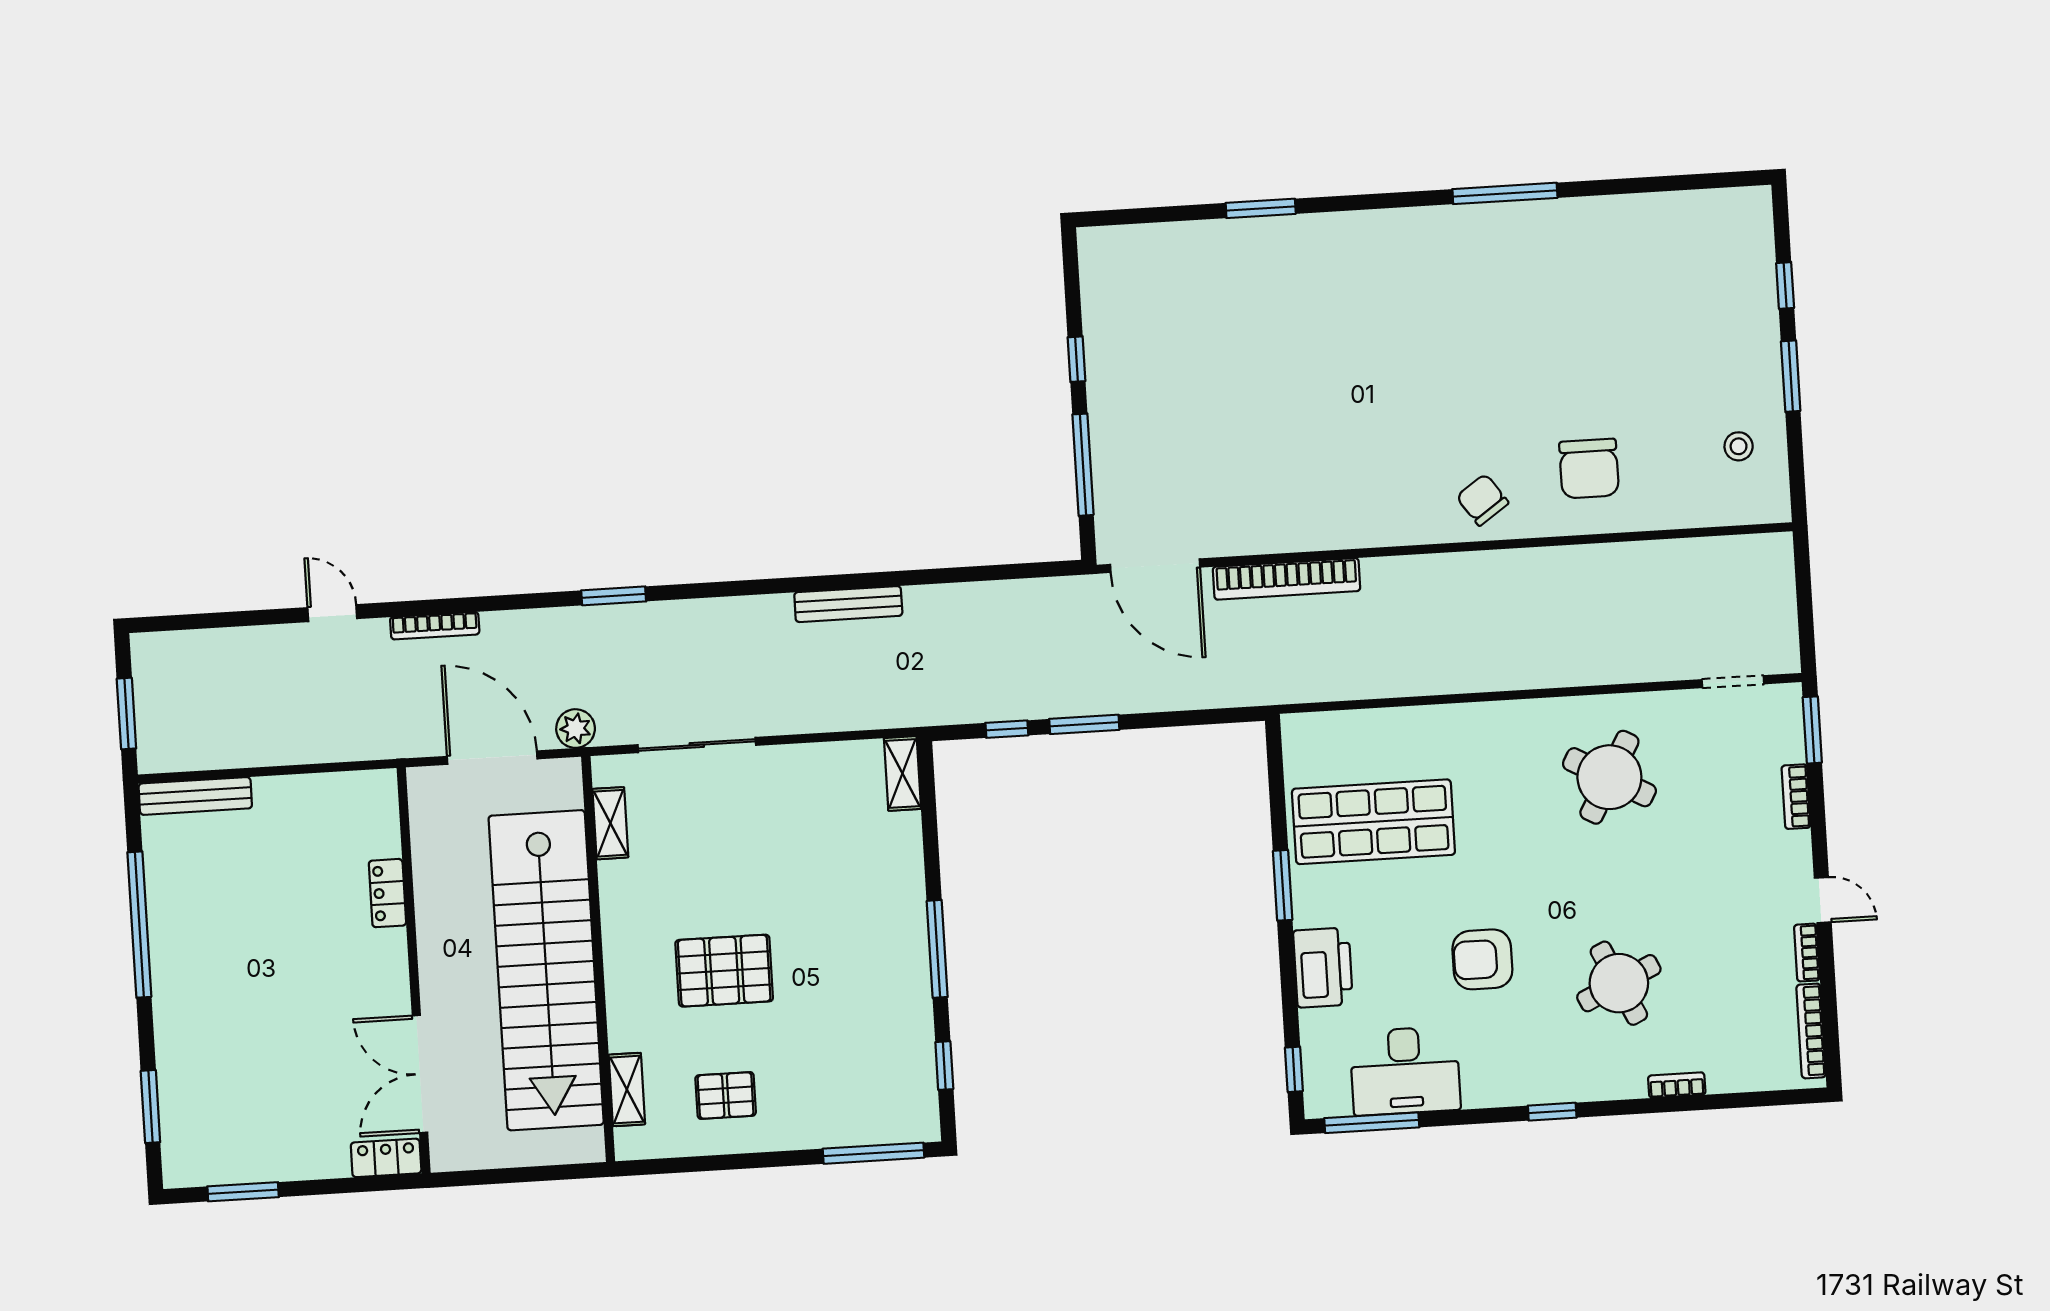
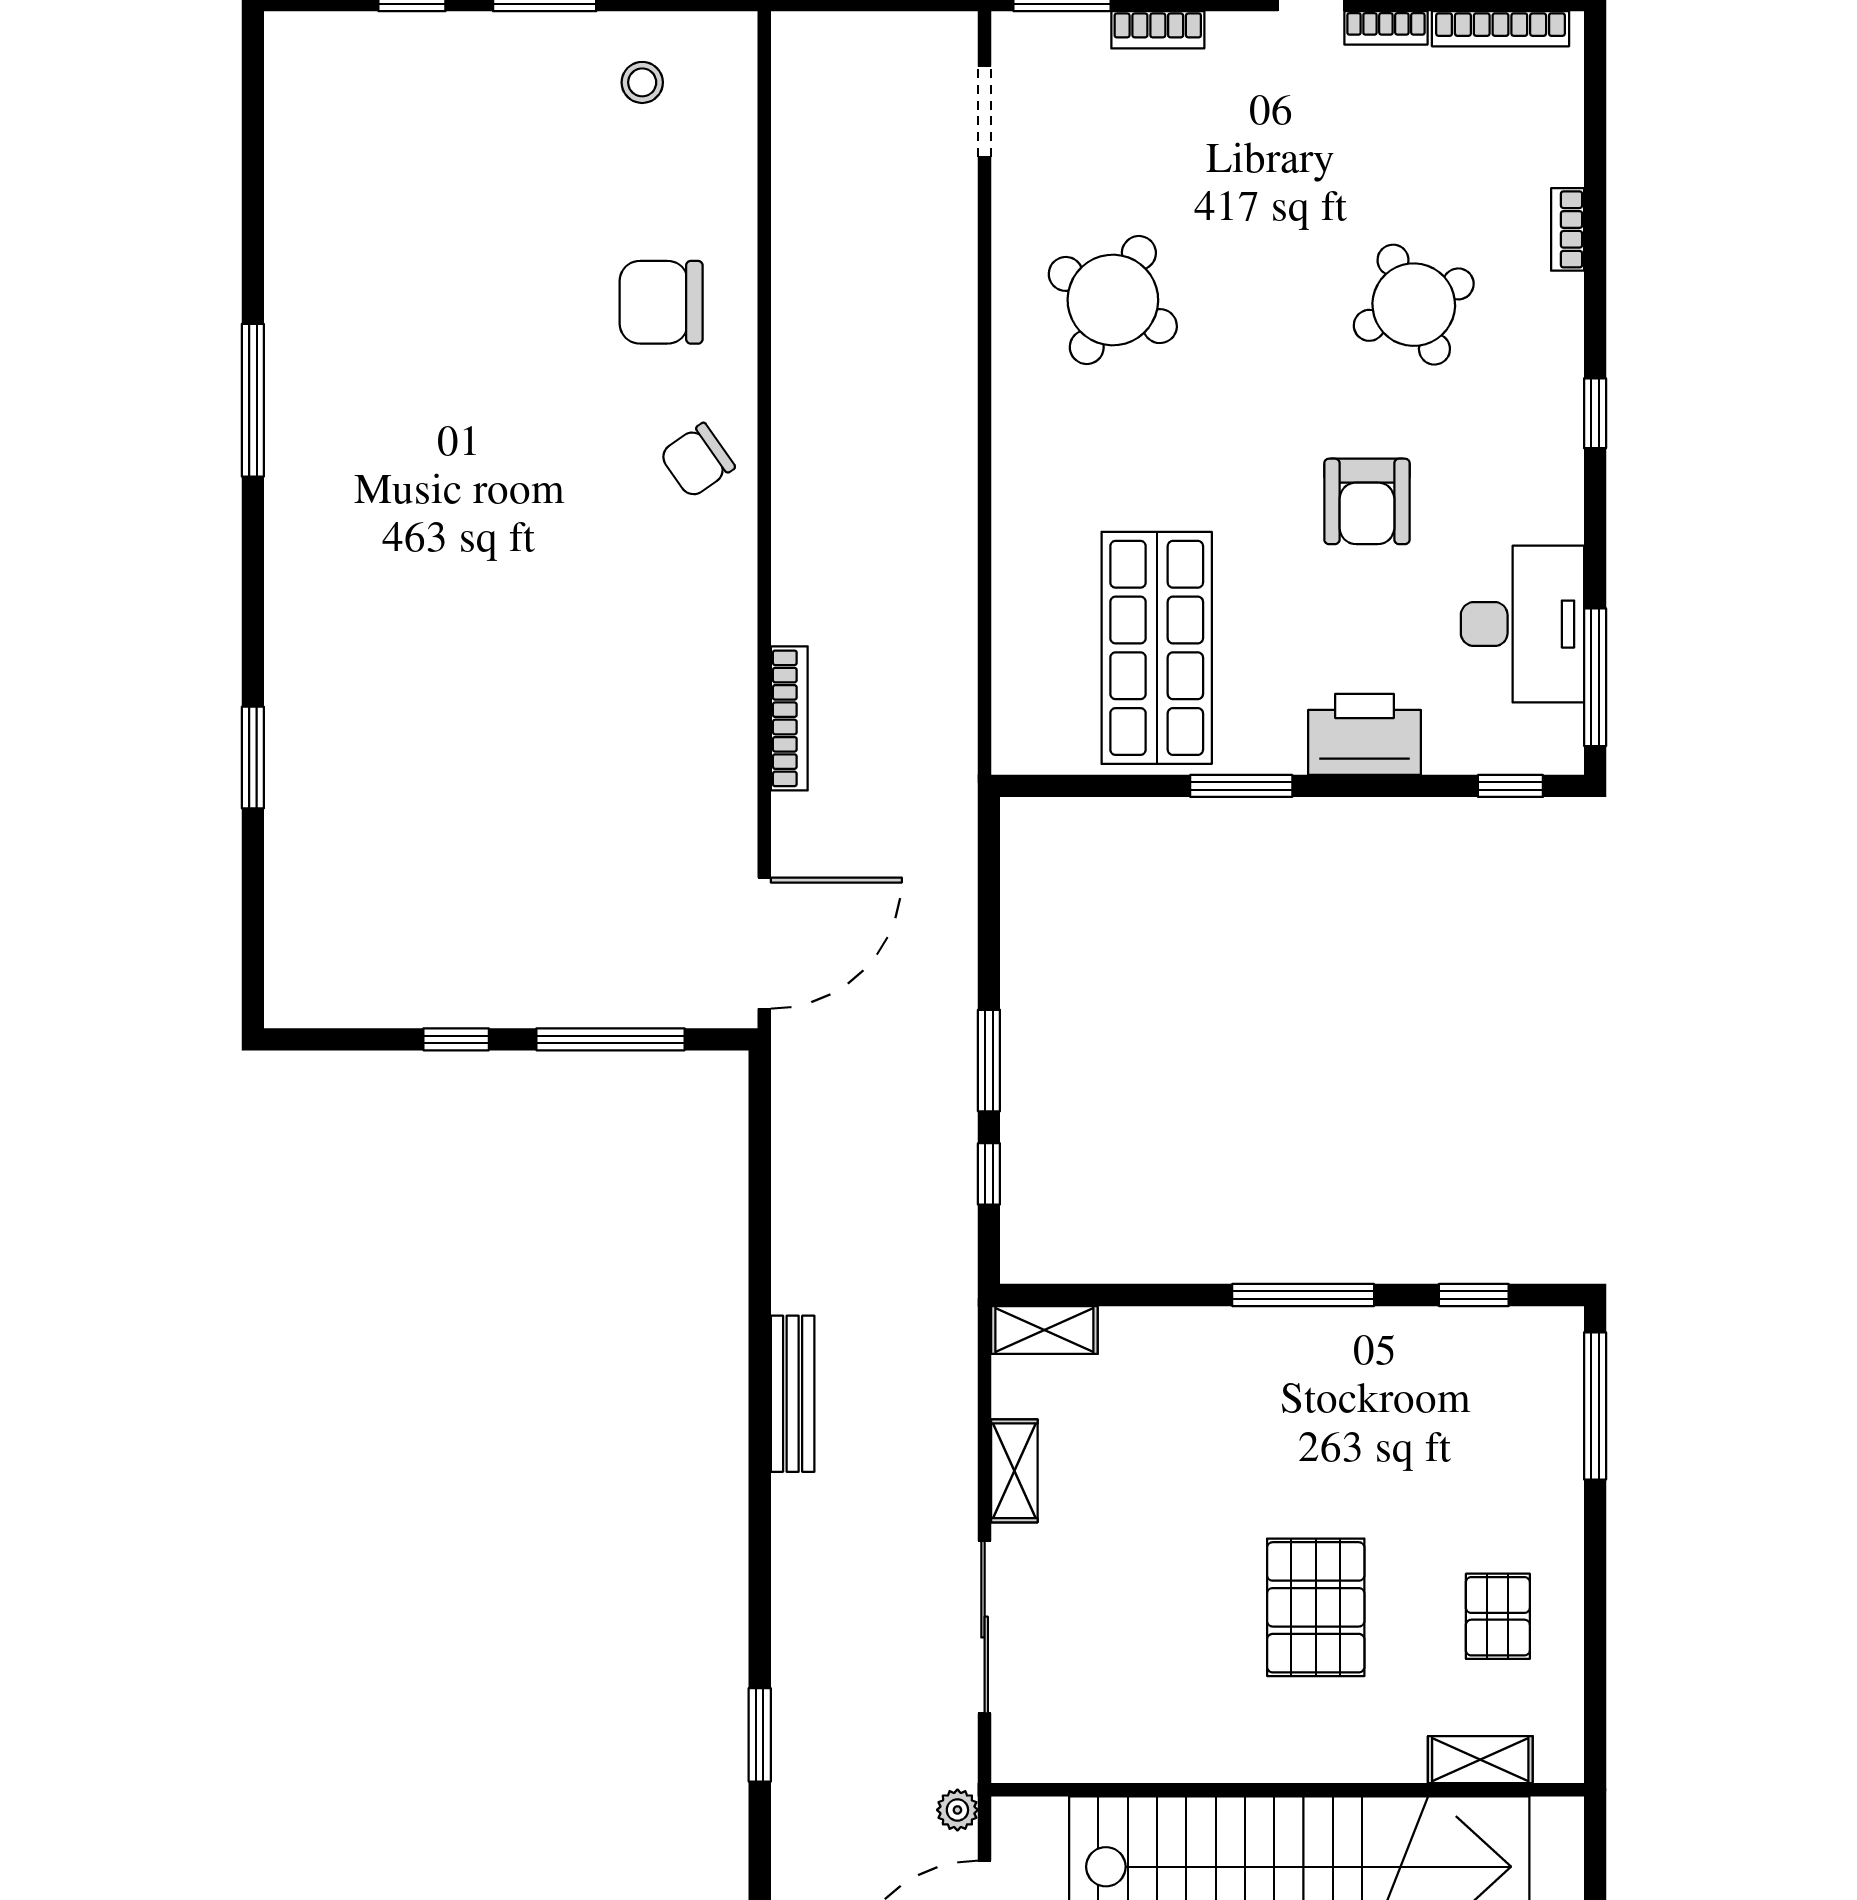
chair: (1589, 469) -> (661, 302), turned 180
bookcase: (1286, 579) -> (789, 718), width x0.68, depth x0.76
plant: (576, 729) -> (957, 1810), width x0.73, depth x0.73
shelving: (610, 823) -> (1014, 1471), moved, turned 90

